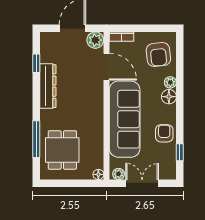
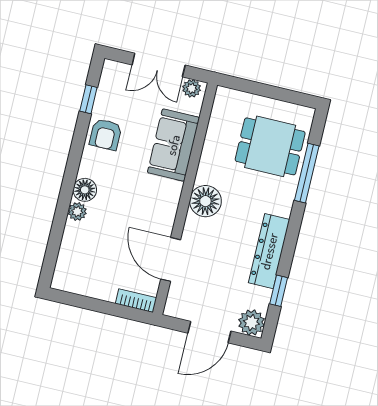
plant: (95, 40) -> (252, 322), moved
armchair: (158, 55) -> (85, 259), removed
sofa: (125, 119) -> (173, 145), width x0.54, depth x0.79
dining table: (62, 150) -> (270, 146), turned 90
floor lamp: (98, 174) -> (205, 201), moved, width x1.89, depth x1.89

